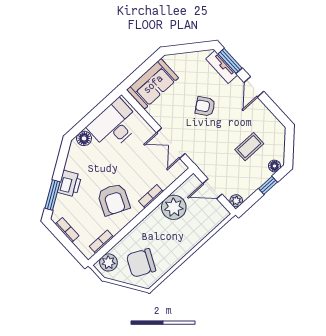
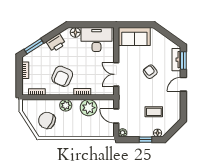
printer: (69, 184) -> (56, 43), moved
plant: (108, 262) -> (66, 105), moved

